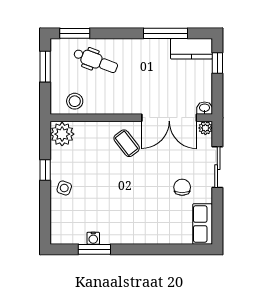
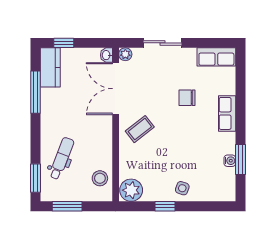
double door: (169, 118) -> (116, 89), swing flipped
chair: (182, 187) -> (187, 98), moved
row of seats: (143, 235) -> (227, 113), added

